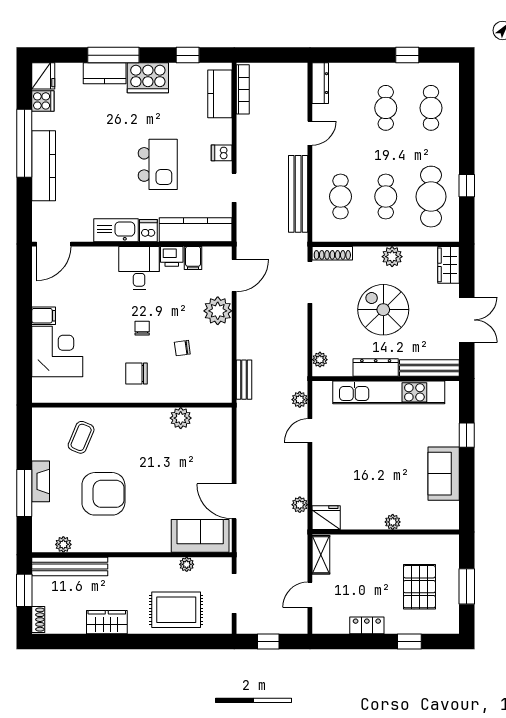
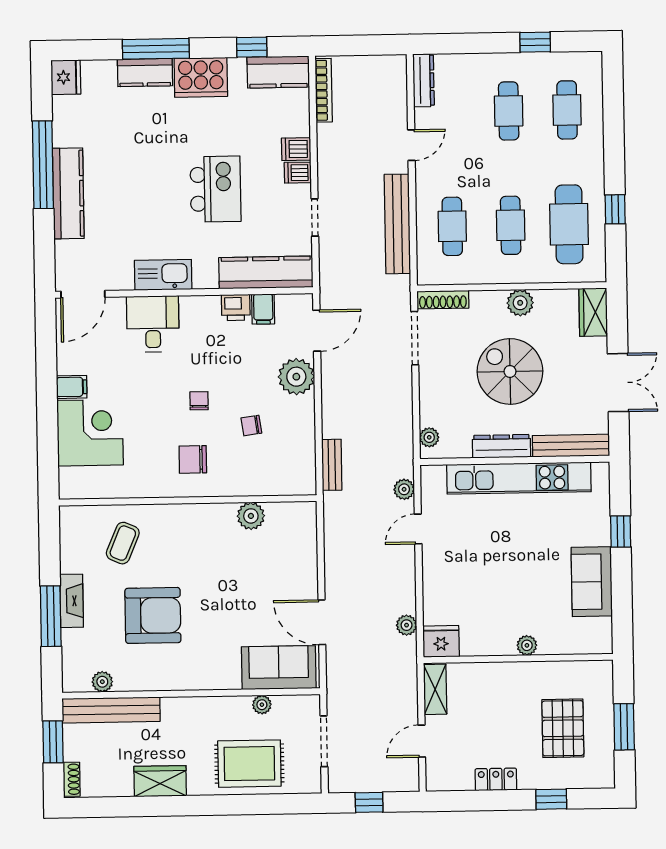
kitchen counter: (220, 94) -> (278, 72), moved, turned -90
cooker: (43, 101) -> (66, 110), removed
dishwasher: (148, 231) -> (296, 149), moved, turned -90
desk: (139, 268) -> (153, 324), moved

